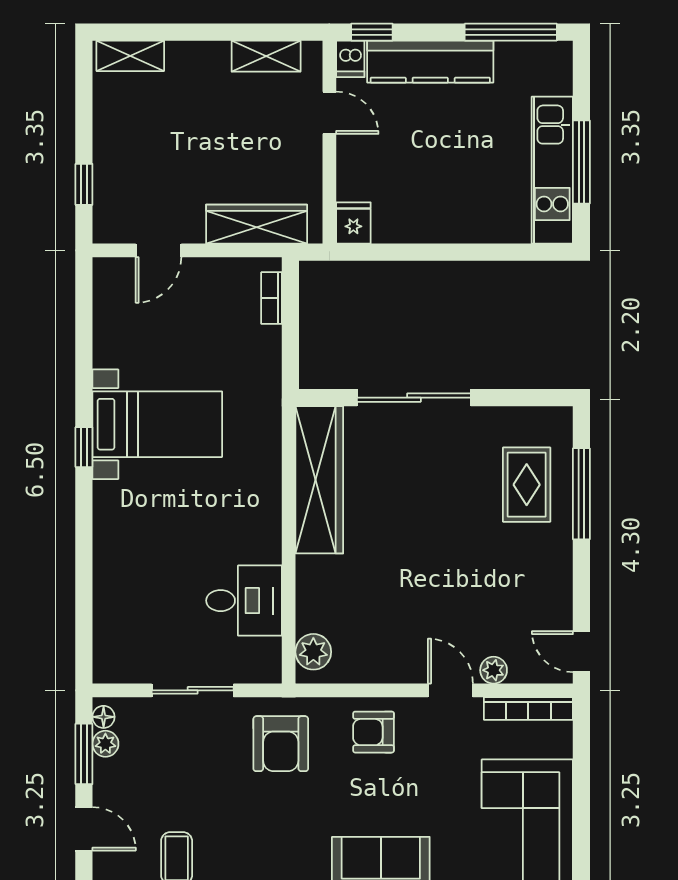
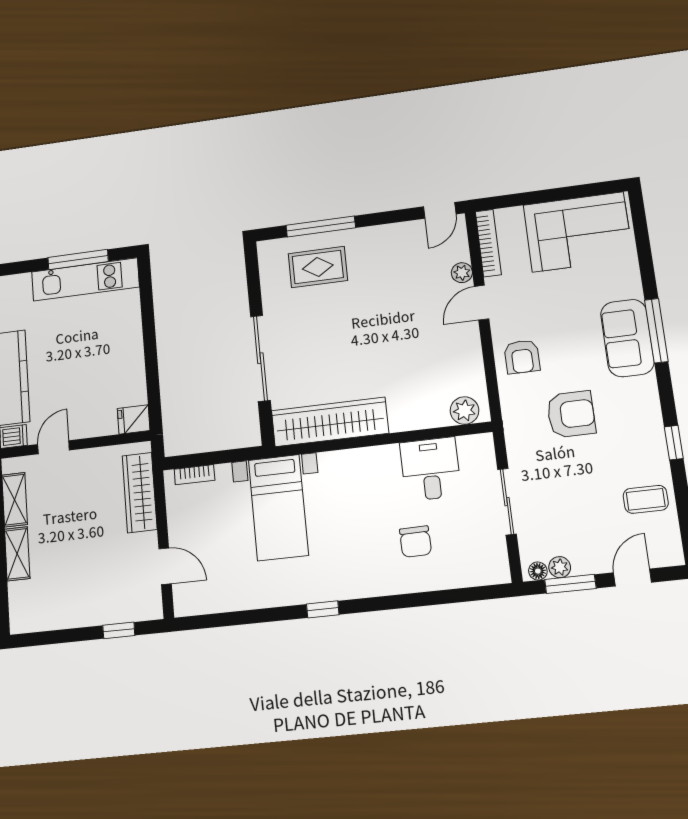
shelving: (130, 56) -> (17, 554), moved
bed with nightstands: (157, 424) -> (278, 508), moved, turned 180
chair: (156, 572) -> (415, 542), added
armchair: (281, 744) -> (571, 414), moved

